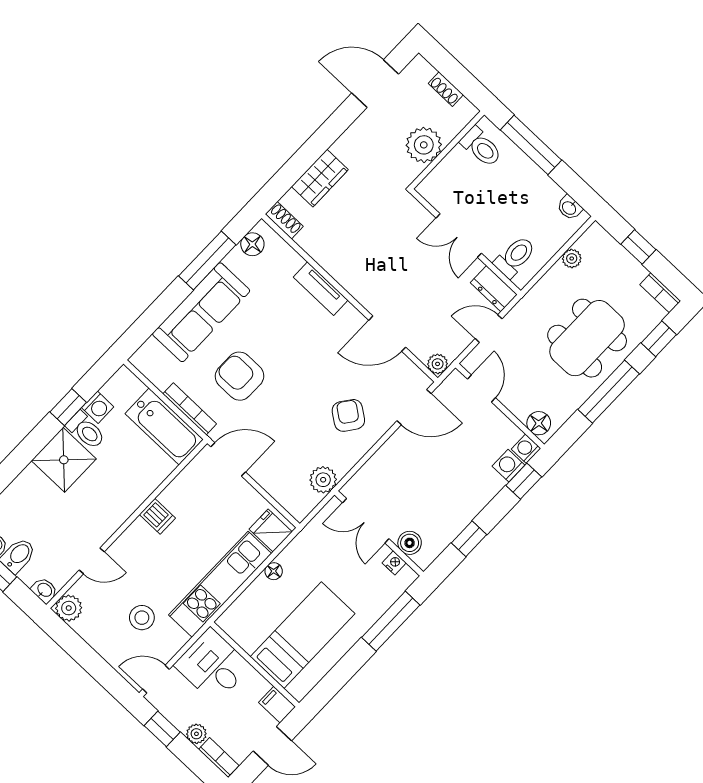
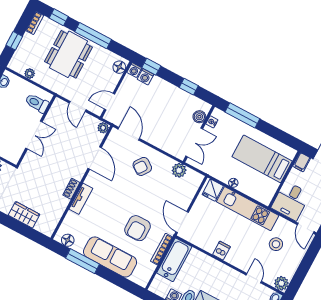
shoe rack: (284, 220) -> (71, 189), moved
dresser: (494, 289) -> (56, 109), removed
dining table: (587, 338) -> (69, 54), turned 90

